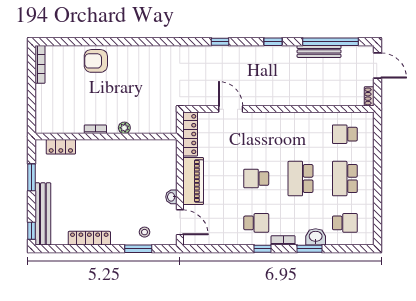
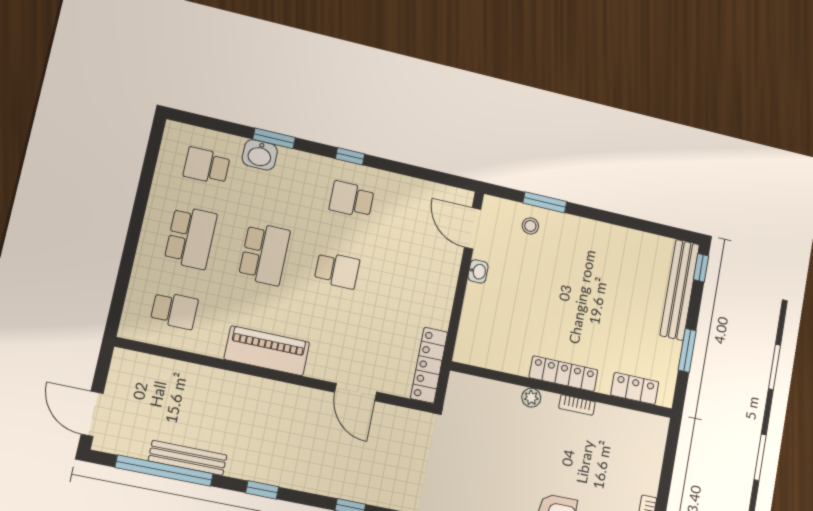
shoe rack: (369, 96) -> (119, 364), removed
piano: (193, 181) -> (267, 351), moved, turned 90
locker: (89, 238) -> (563, 374), moved, turned 180
bookcase: (283, 240) -> (314, 162), removed

